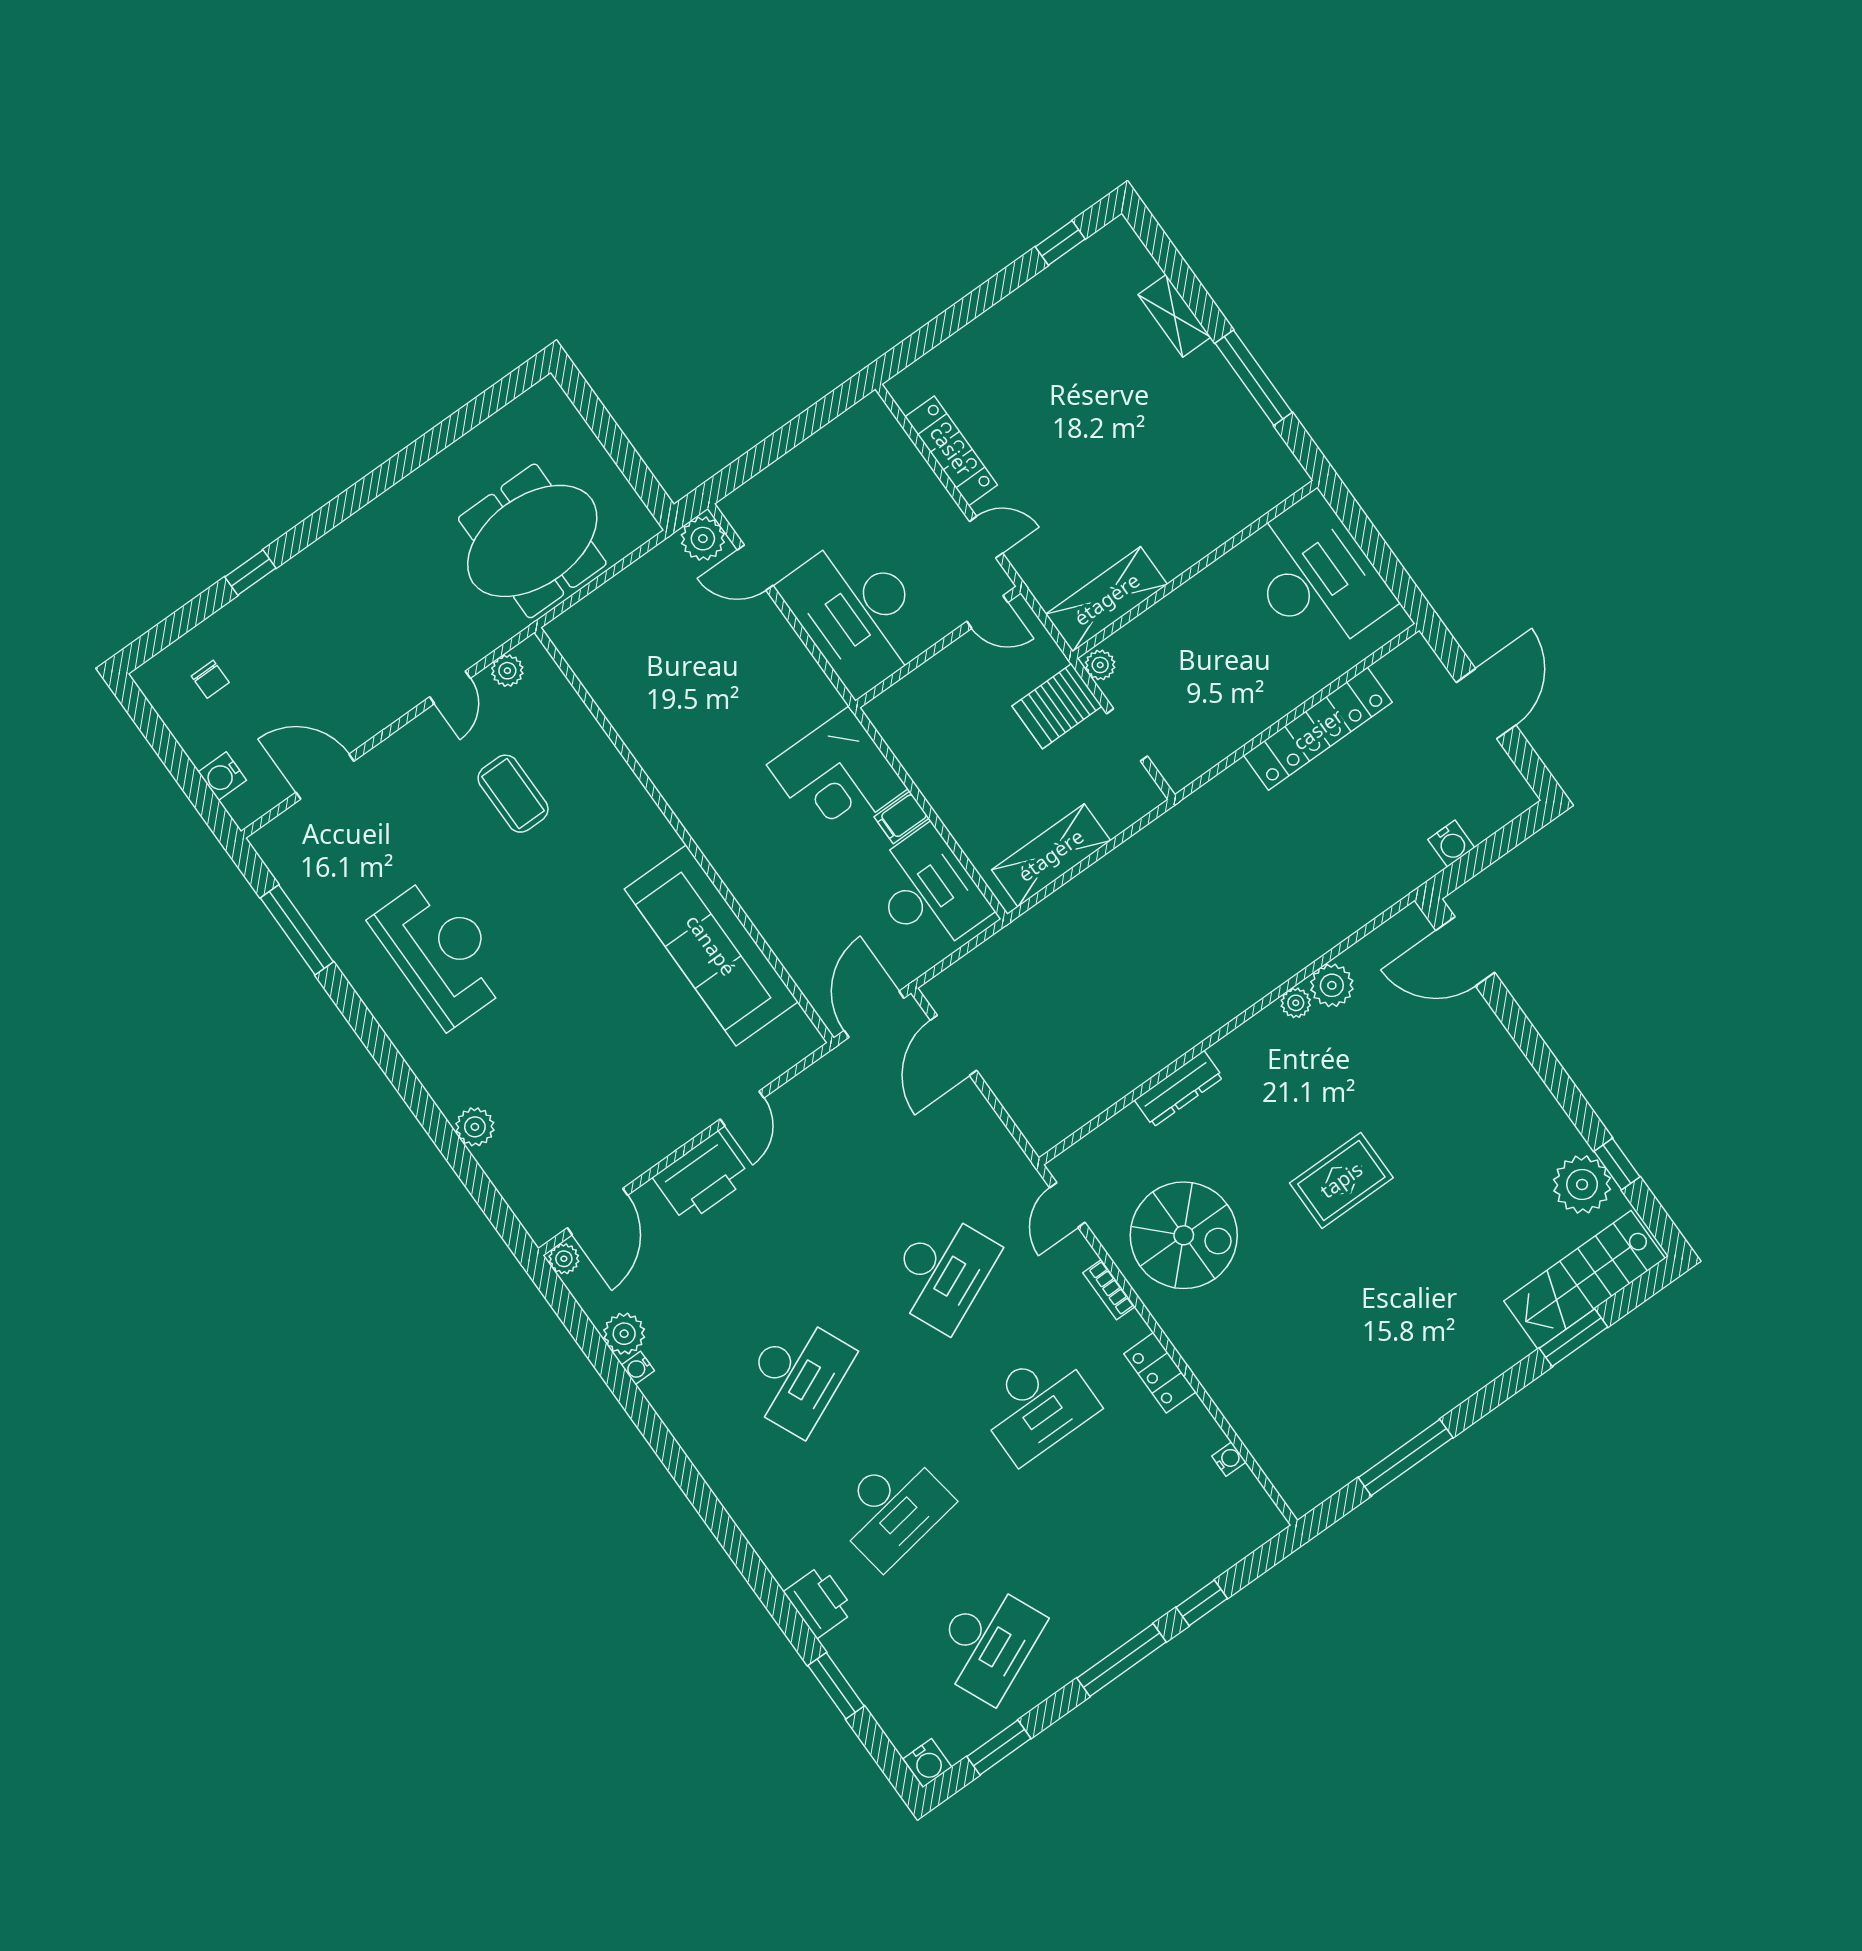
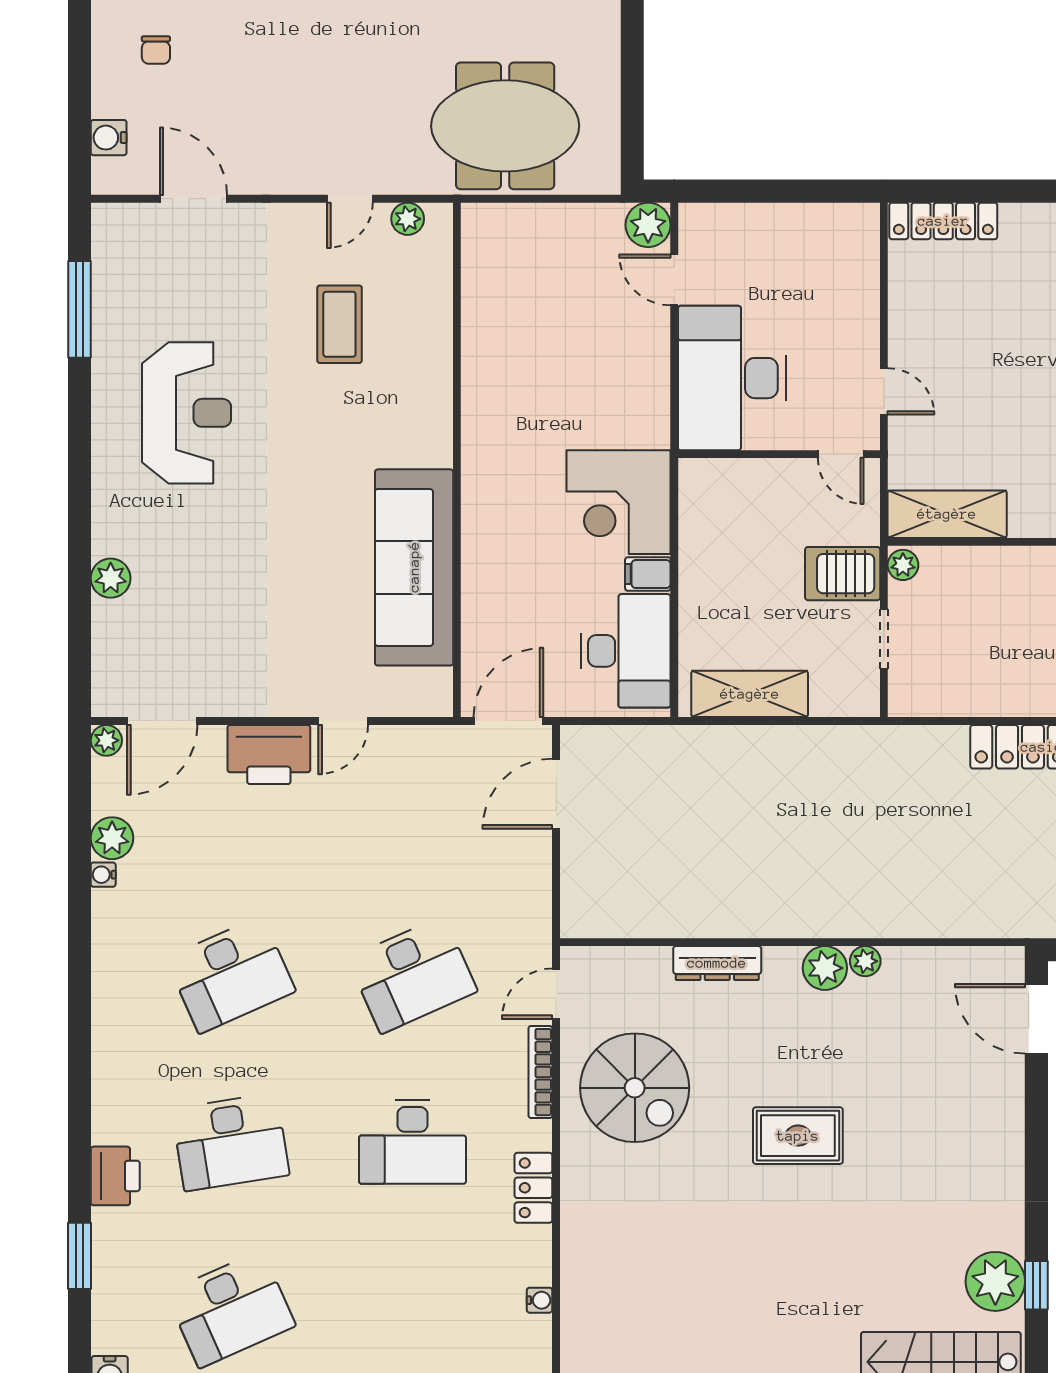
locker: (951, 451) -> (943, 221), moved, turned 90
plant: (1332, 985) -> (825, 968), moved
bookcase: (1109, 1290) -> (540, 1072), width x1.56

